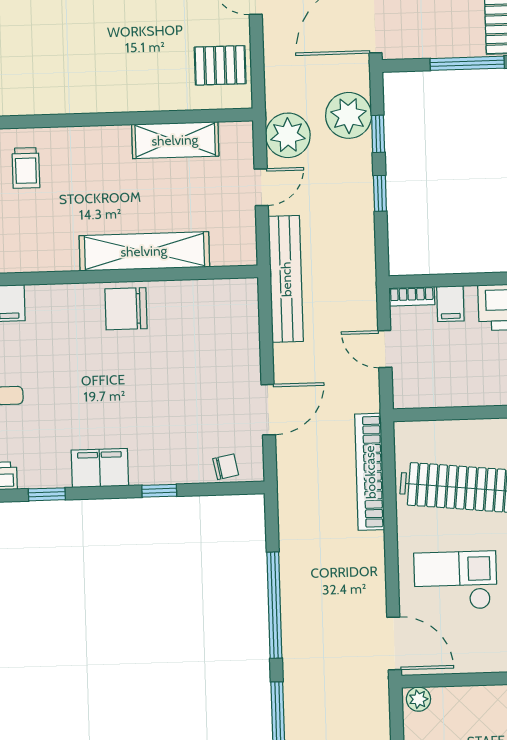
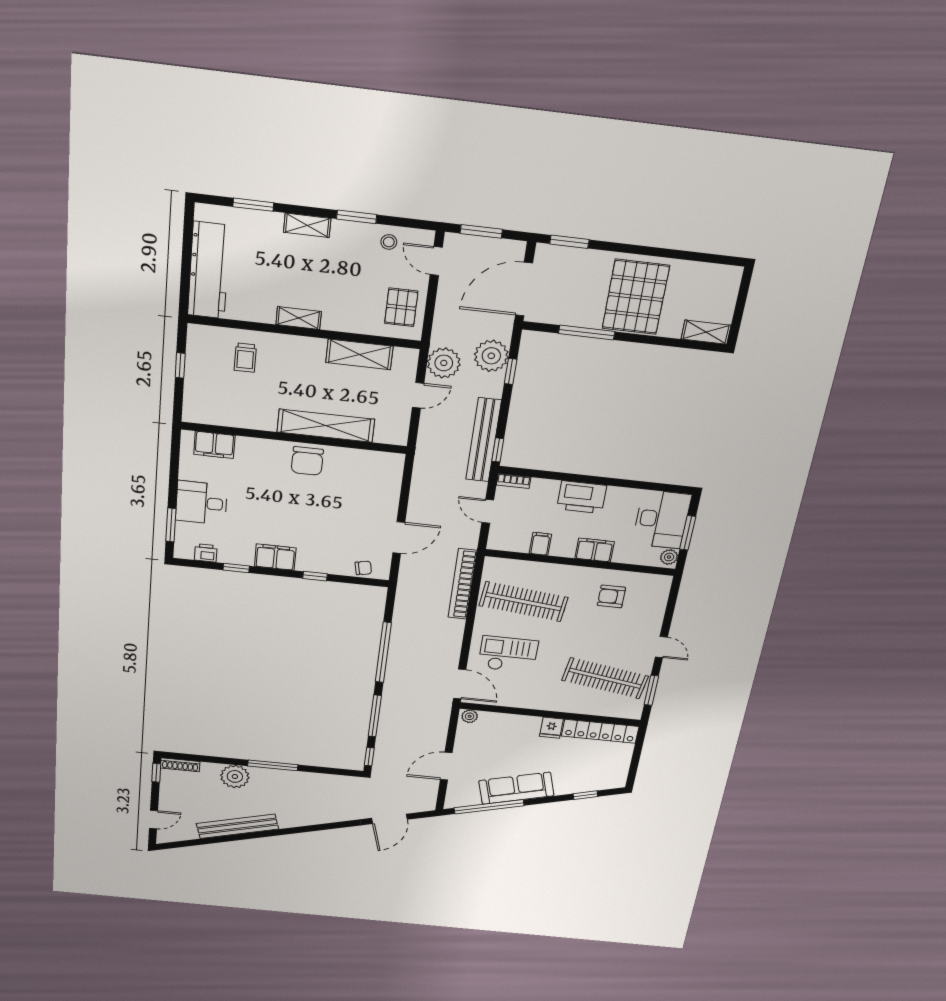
pallet: (220, 65) -> (401, 307), turned 90
shelving: (89, 101) -> (299, 318), added
window: (380, 193) -> (498, 450), moved
bench: (286, 279) -> (484, 440), moved
filing cabinet: (450, 304) -> (540, 544), moved, turned 180
chair: (126, 309) -> (307, 461), turned -90

